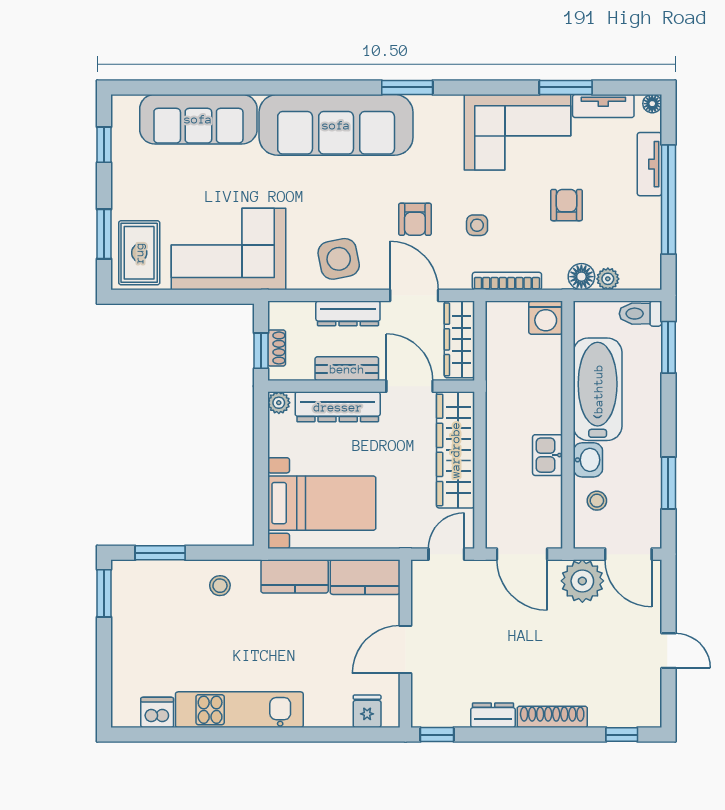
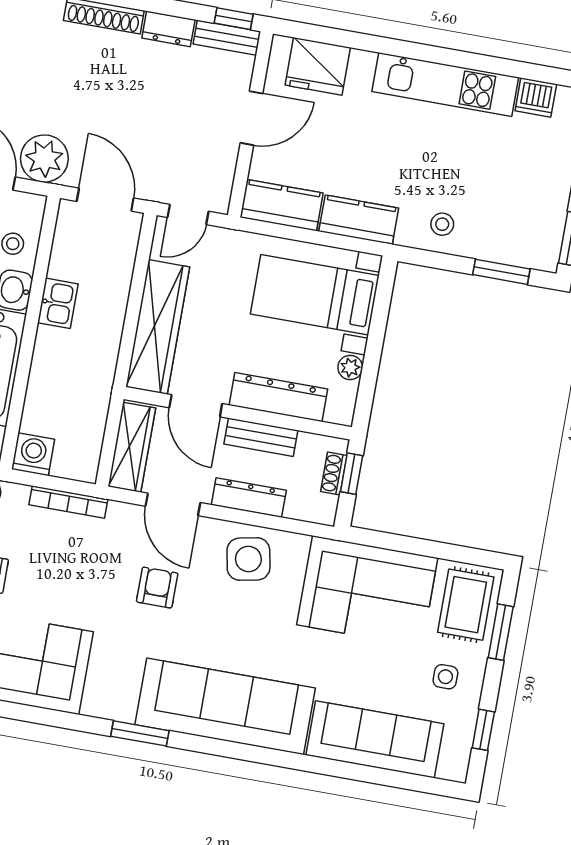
side table: (477, 225) -> (445, 677), moved
plant: (279, 403) -> (350, 367), moved
fridge: (367, 711) -> (318, 66), width x1.88, depth x1.34
bench: (440, 717) -> (227, 38), added

